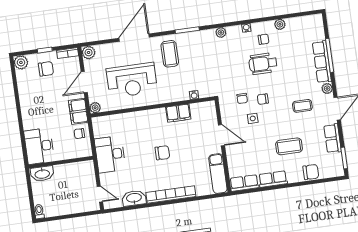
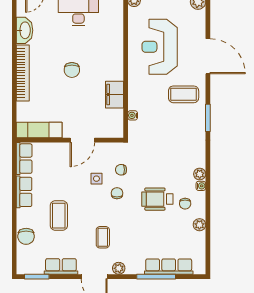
plant: (221, 32) -> (200, 174), moved
row of seats: (322, 62) -> (169, 267), moved
wheelchair: (263, 64) -> (157, 199), turned -90

